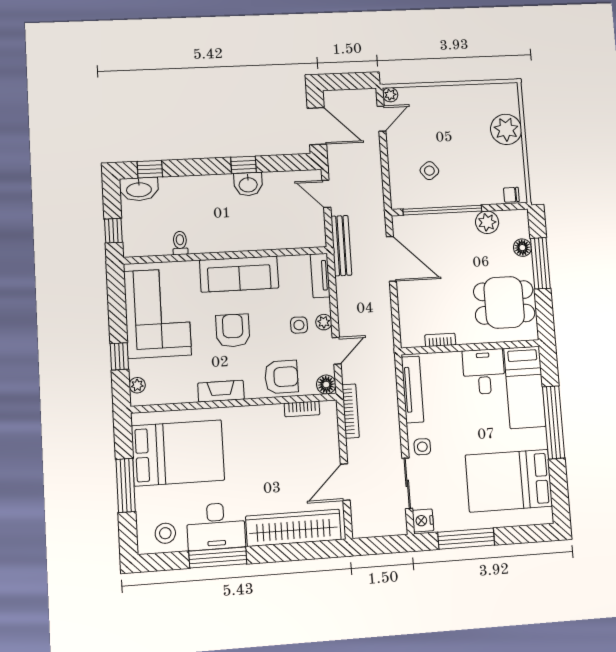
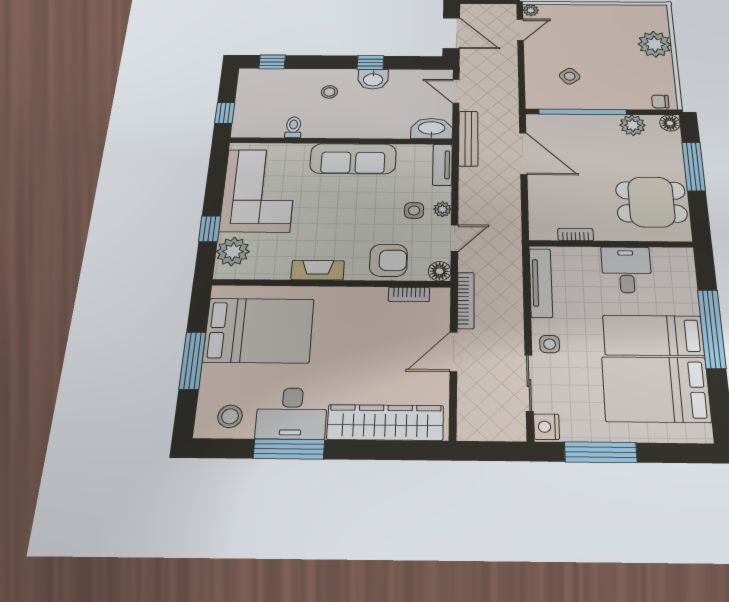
washbasin: (139, 189) -> (432, 129), moved, turned 180
stool: (209, 201) -> (329, 92), added
floor lamp: (522, 248) -> (670, 123), moved
armchair: (233, 331) -> (339, 212), removed
plant: (137, 385) -> (233, 252), width x1.88, depth x1.88
bed: (525, 387) -> (653, 335), moved, turned 90
door: (345, 482) -> (453, 352), moved

